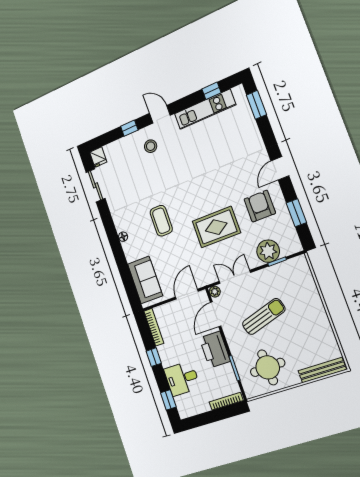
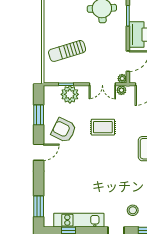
armchair: (260, 206) -> (64, 130), turned 116
rug: (216, 227) -> (103, 127), width x0.73, depth x0.70
plant: (211, 278) -> (121, 90), added
sun lounger: (264, 317) -> (67, 51), moved

